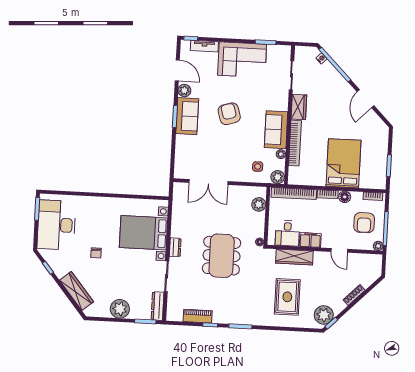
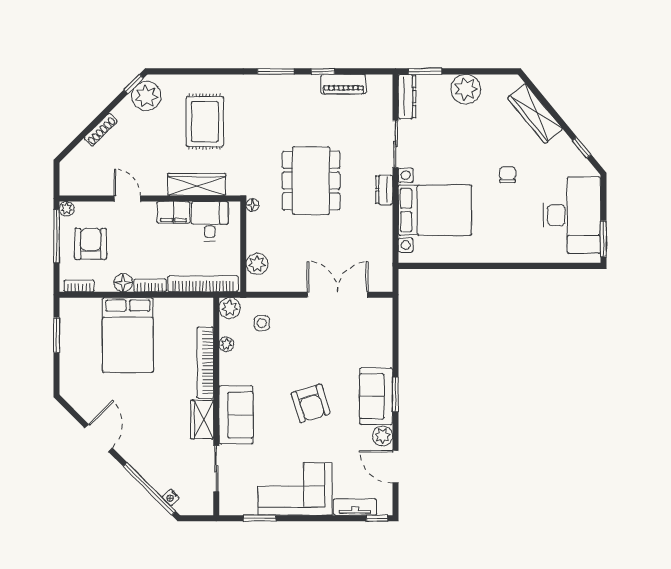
sofa: (276, 130) -> (236, 415), moved

